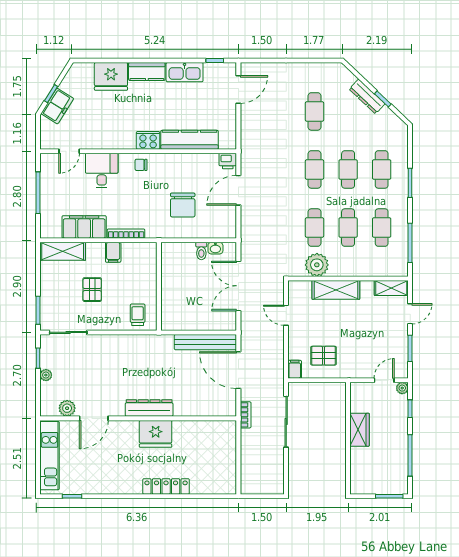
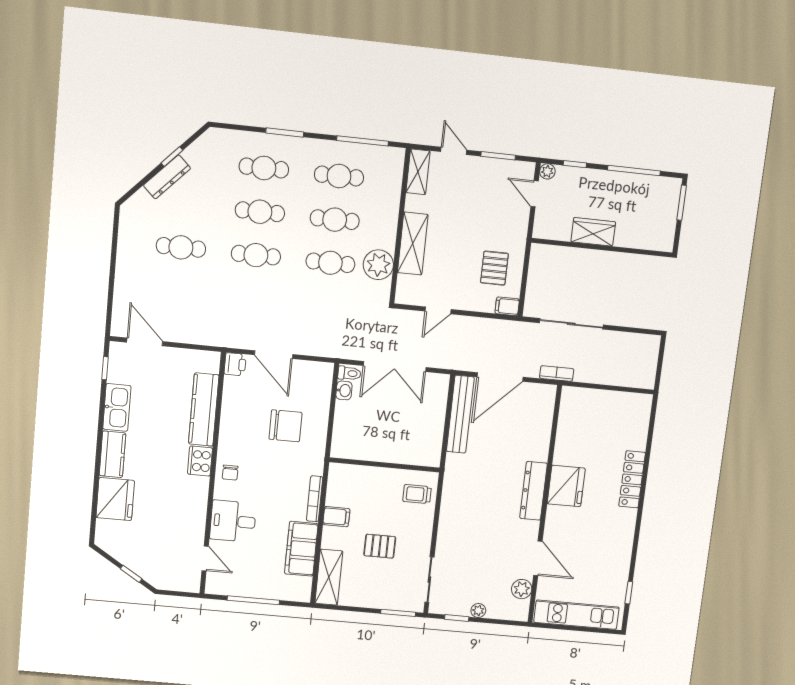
freezer: (57, 106) -> (147, 568), removed
toilet: (201, 251) -> (349, 373), moved

